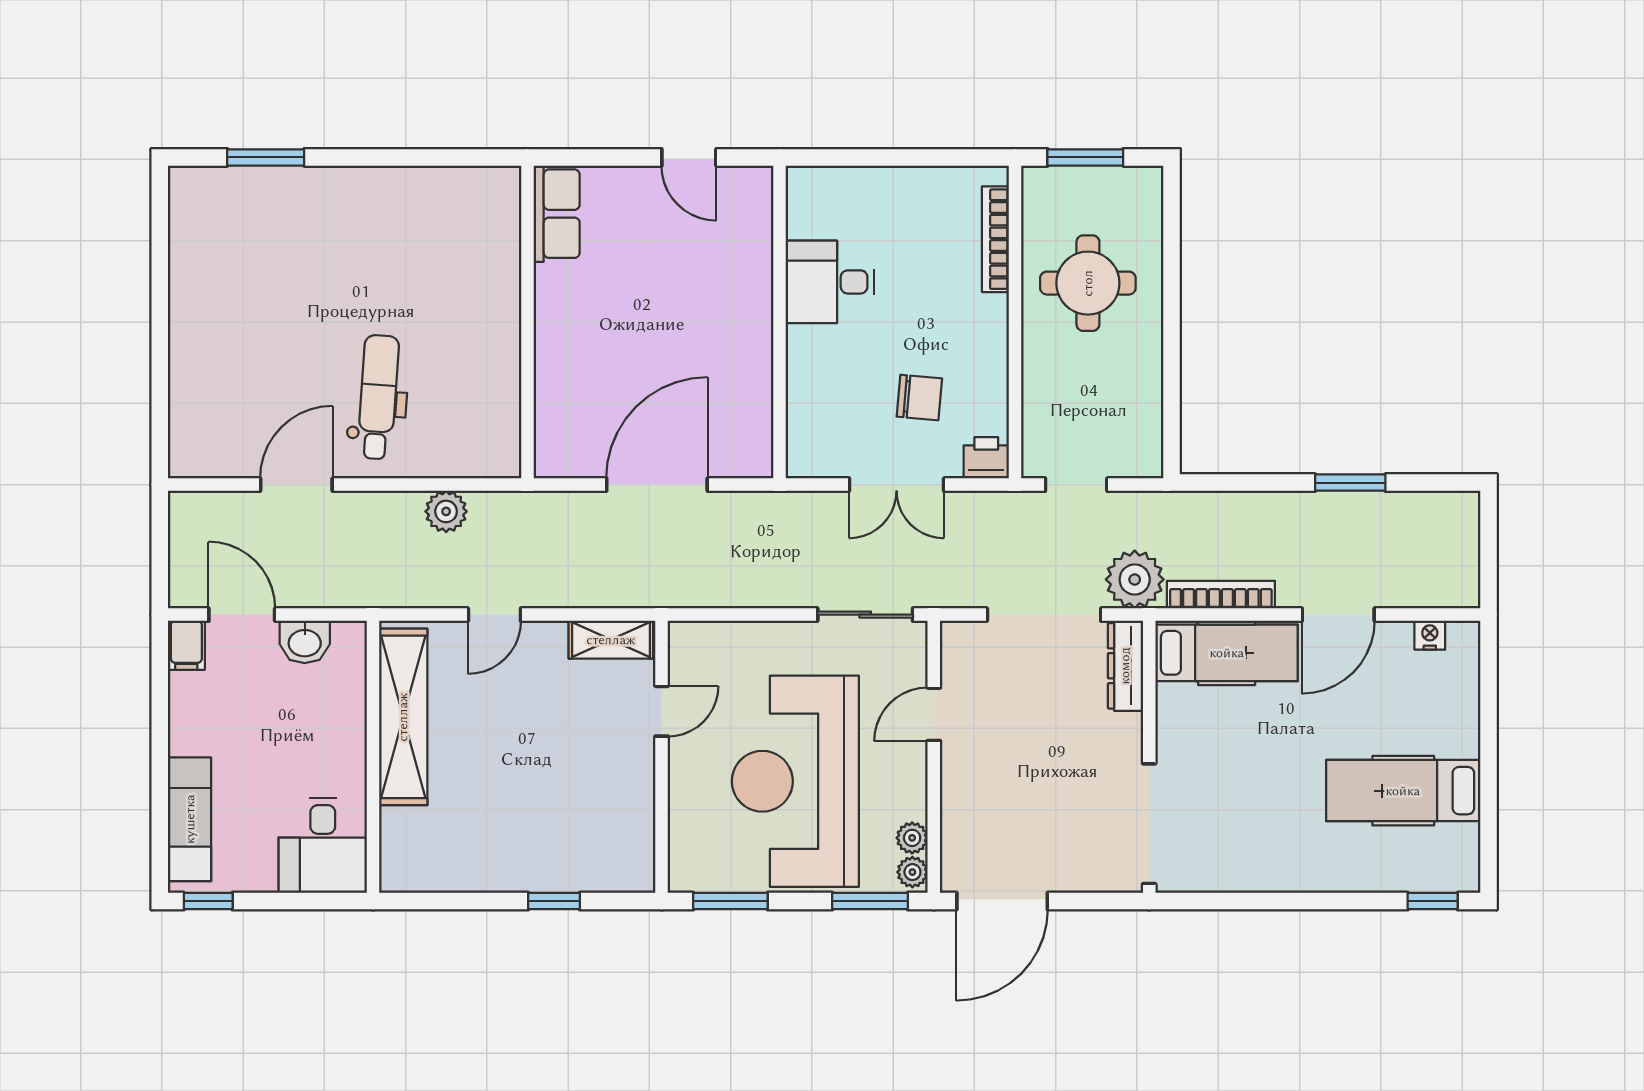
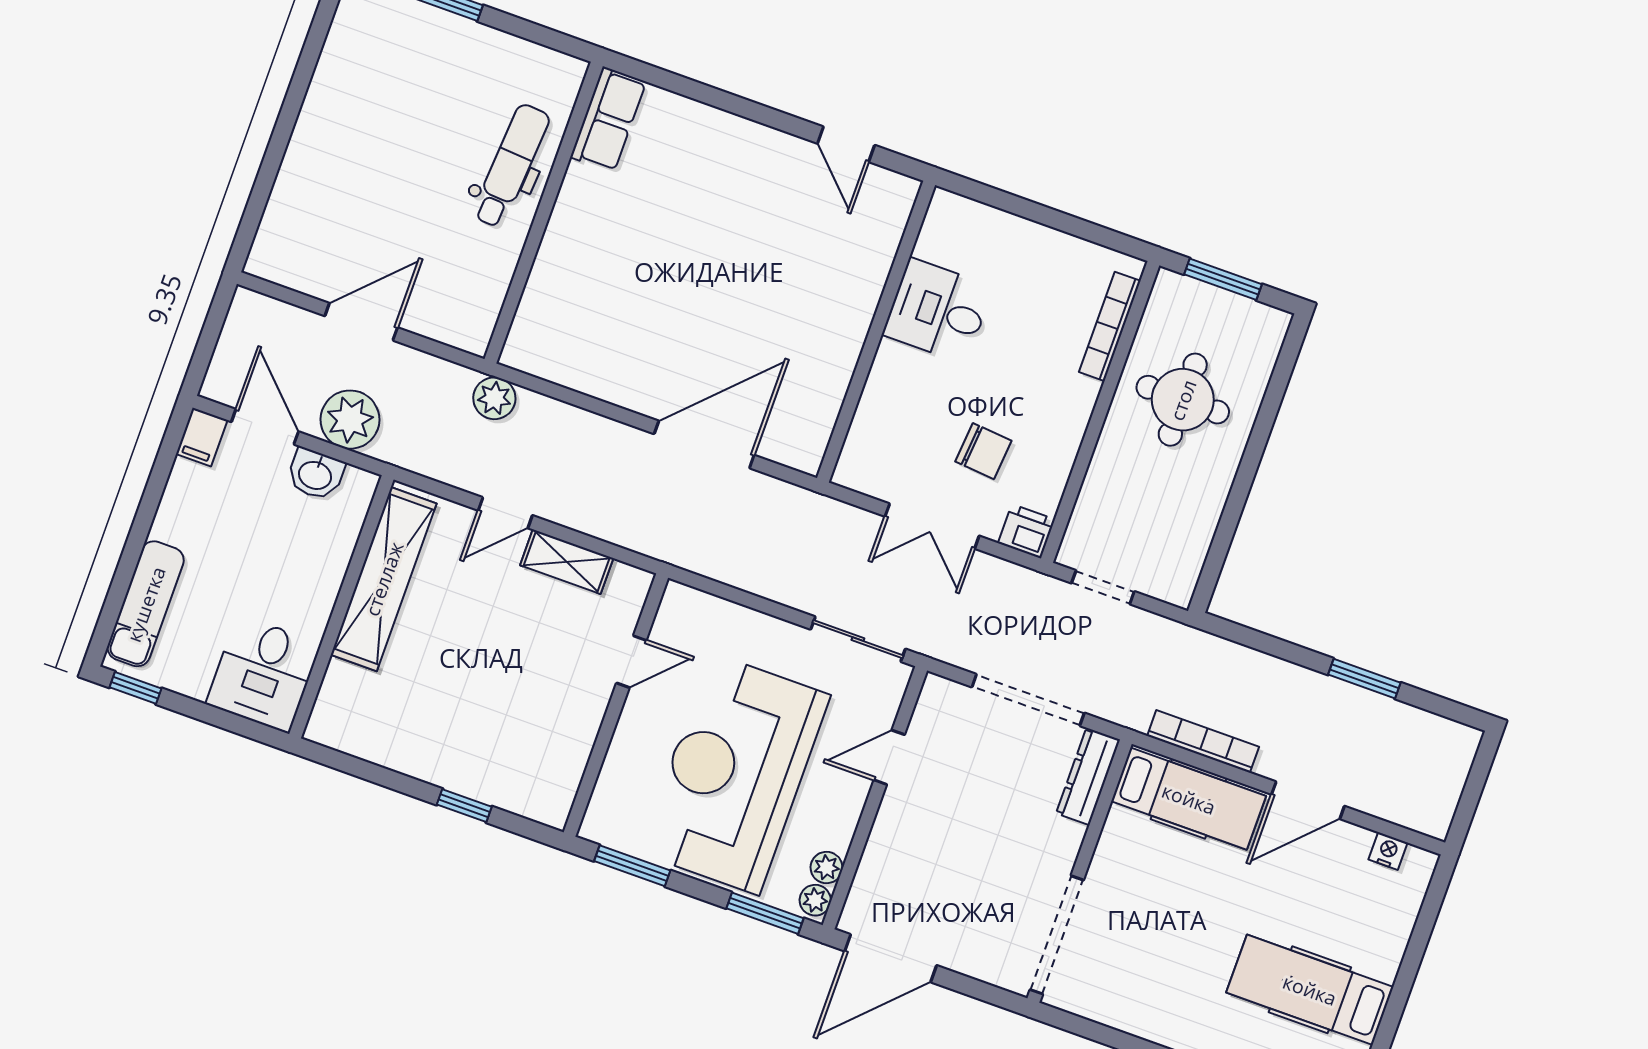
row of seats: (557, 214) -> (608, 119), moved
wall: (527, 322) -> (544, 213), moved
dental chair: (378, 397) -> (511, 166), moved
plant: (1135, 579) -> (350, 420), moved
shelving: (611, 640) -> (567, 562), moved

